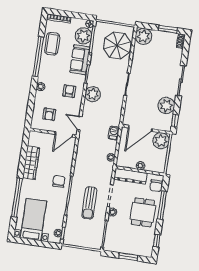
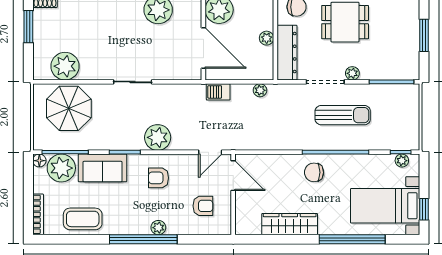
plant: (143, 36) -> (65, 66), moved
window: (38, 57) -> (143, 239), moved
window: (28, 242) -> (424, 209), added

